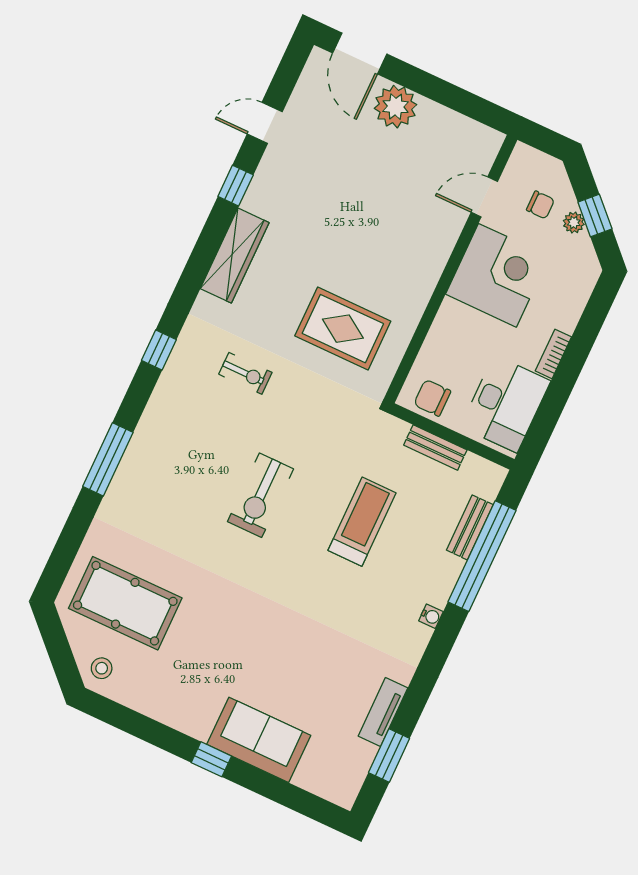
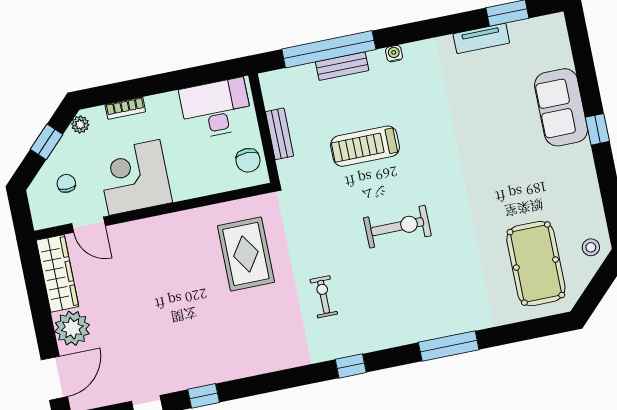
plant: (574, 223) -> (80, 124), moved
wardrobe: (235, 256) -> (57, 273), moved, turned 90
bookcase: (553, 354) -> (125, 108), moved
bench: (470, 527) -> (342, 66), moved

